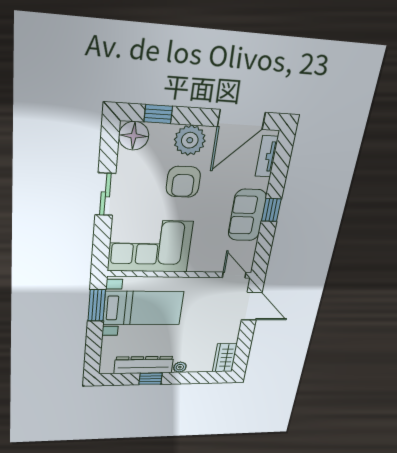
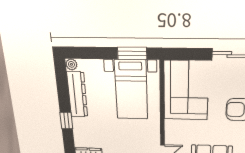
plant: (180, 367) -> (71, 64), moved
window: (151, 379) -> (66, 121), moved

